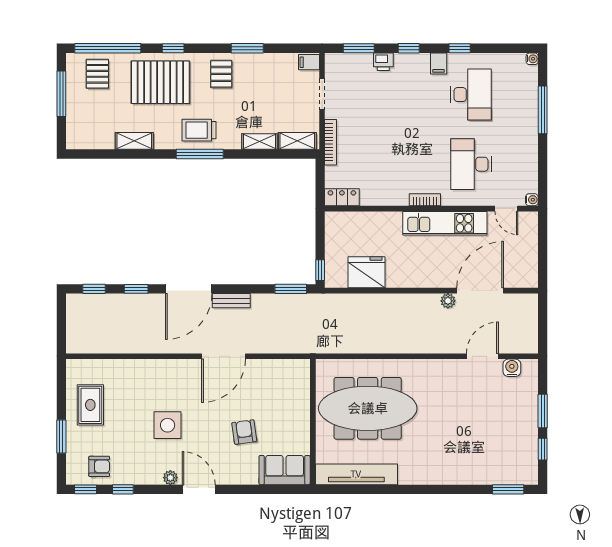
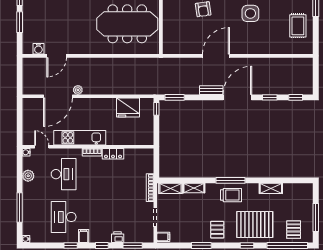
plant: (528, 161) -> (28, 176), added
locker: (342, 197) -> (113, 154), moved

